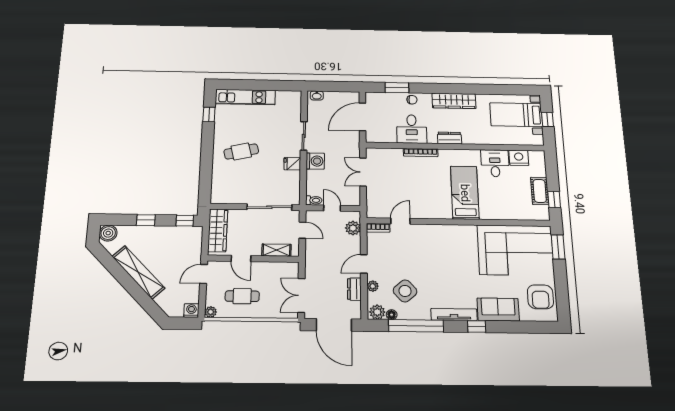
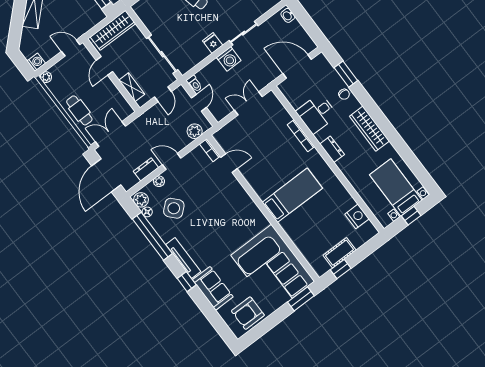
desk: (495, 163) -> (337, 201), removed
cafe table: (242, 296) -> (79, 110), moved

